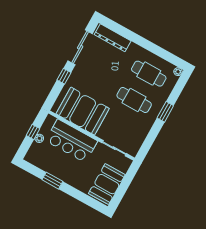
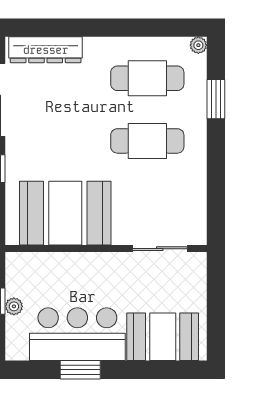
window: (165, 112) -> (216, 99), moved
bar counter: (72, 141) -> (77, 334), moved, turned 180
booth: (107, 184) -> (163, 337), moved, turned 90

